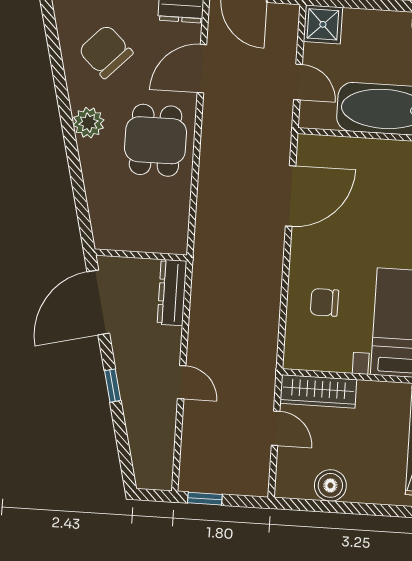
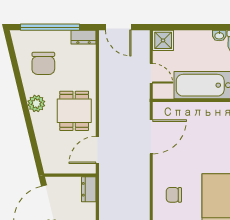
chair: (106, 52) -> (43, 63), turned -134
door: (202, 69) -> (97, 150), moved
dresser: (172, 293) -> (89, 189), width x0.70

